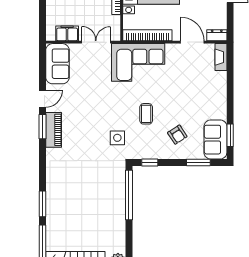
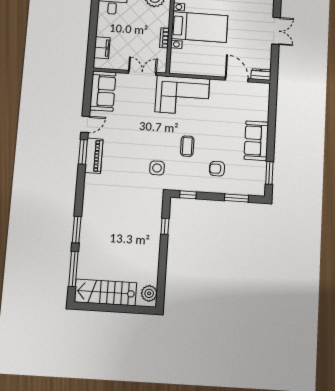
filing cabinet: (67, 33) -> (102, 48), moved, turned 90
bookcase: (147, 35) -> (193, 70), removed
fireplace: (221, 57) -> (264, 96), removed
armchair: (177, 135) -> (217, 169), turned 123
sofa: (215, 140) -> (256, 141), moved
window: (129, 195) -> (165, 226), width x0.32

